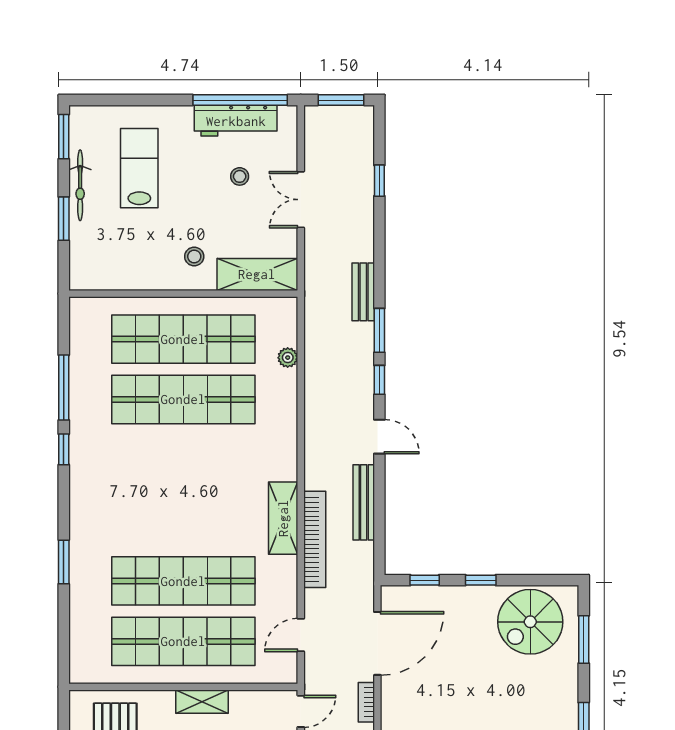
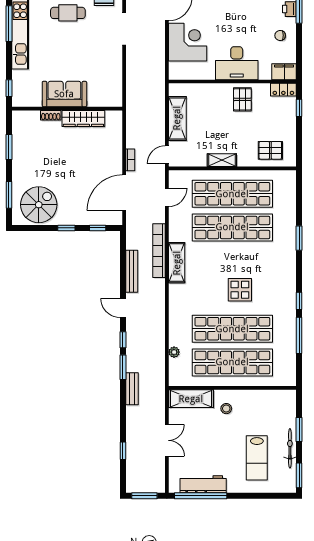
stool: (240, 176) -> (201, 453), removed
display table: (170, 469) -> (240, 290), added

